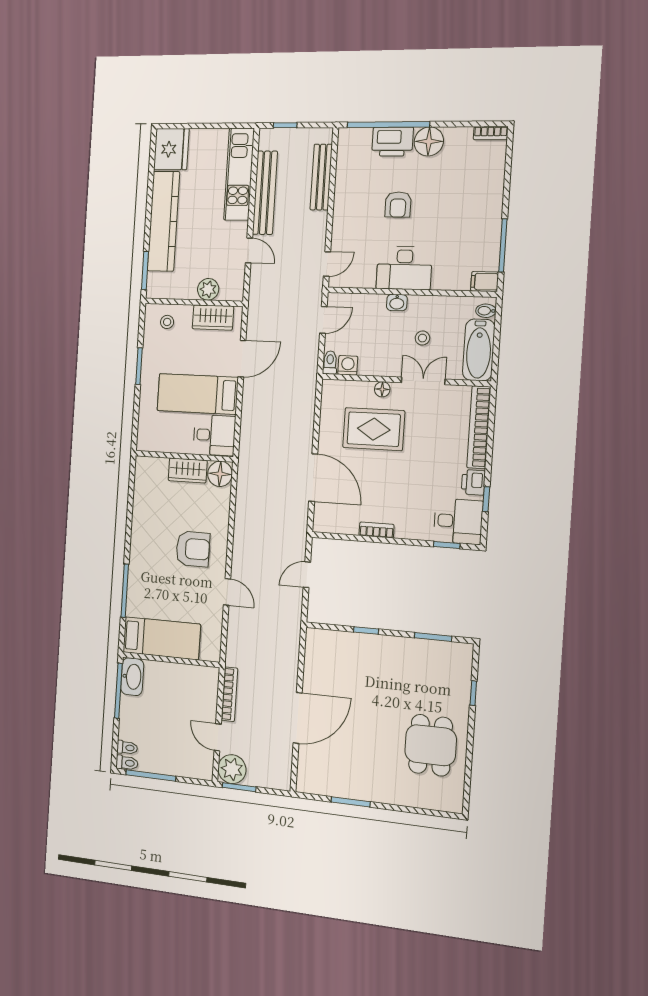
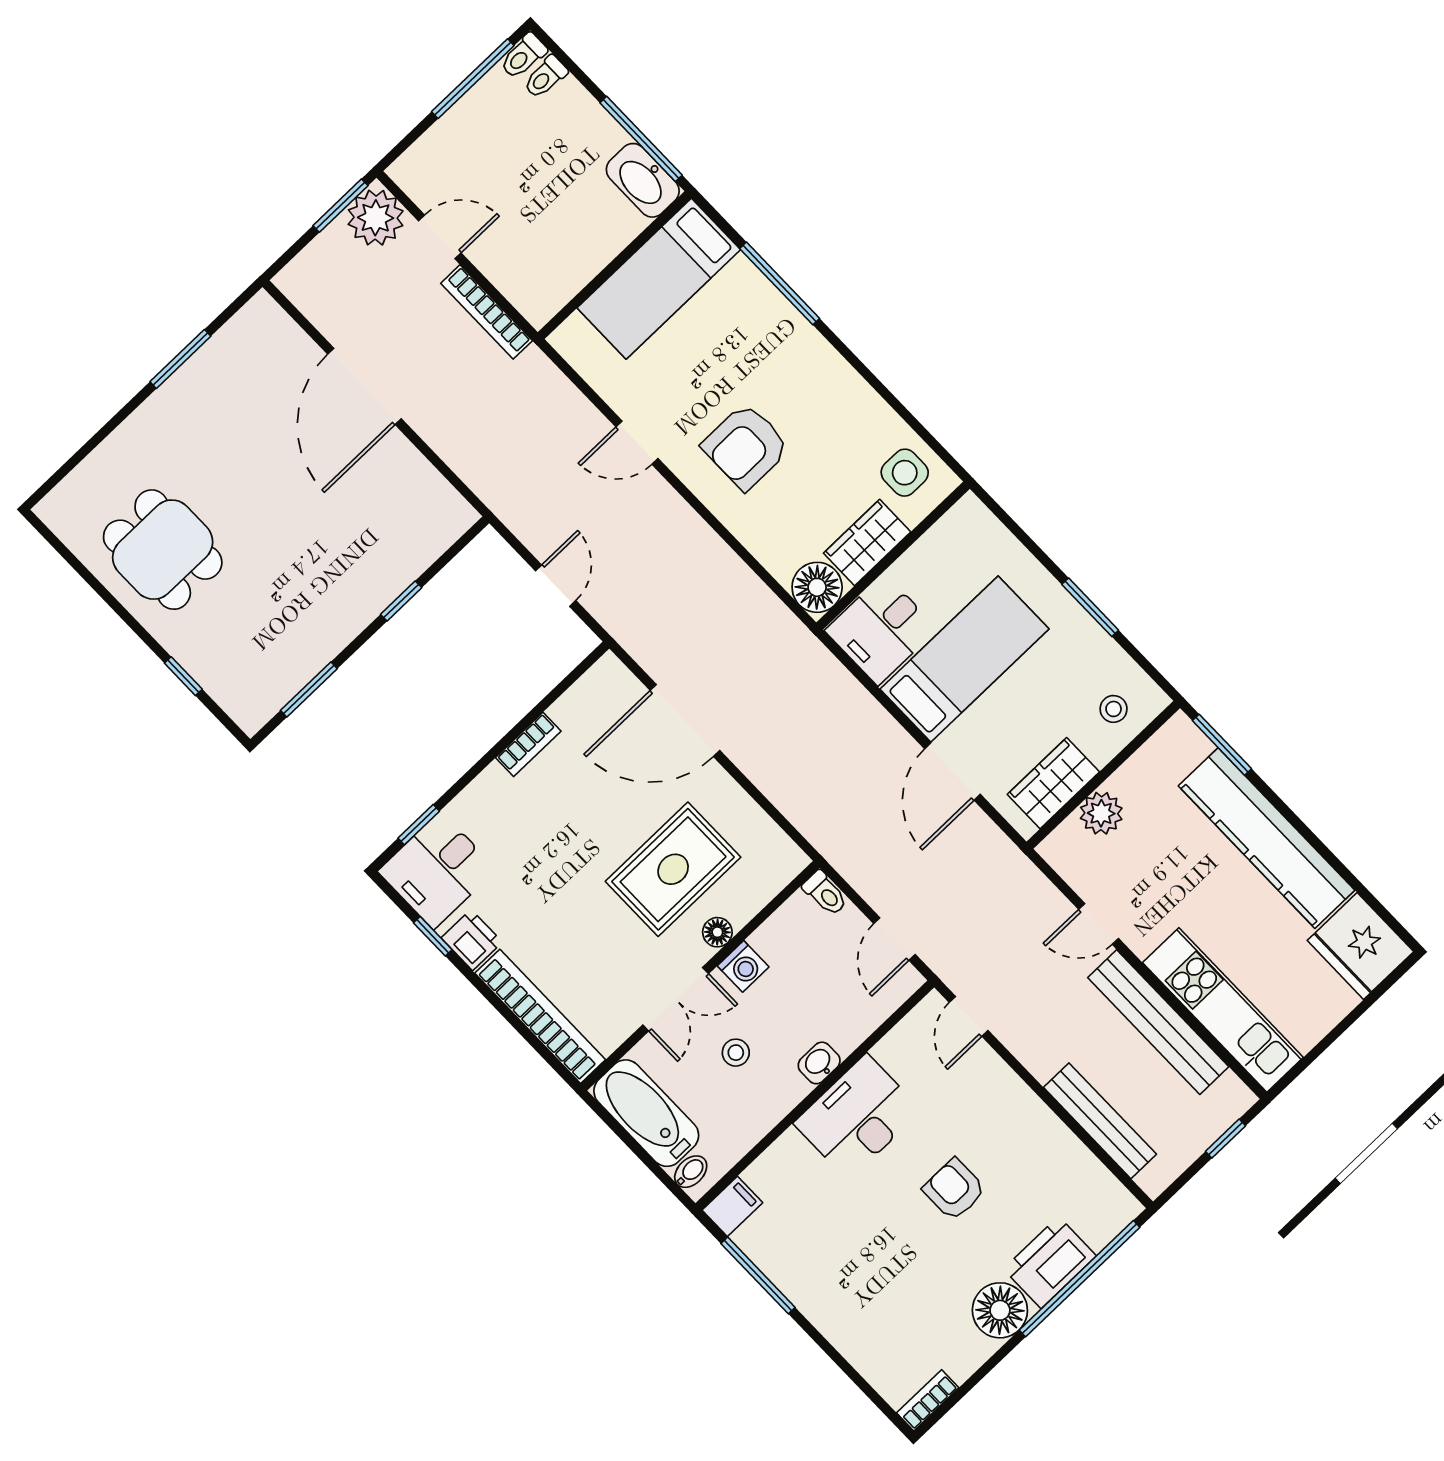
washing machine: (348, 365) -> (743, 966), moved
side table: (151, 480) -> (905, 473), added

